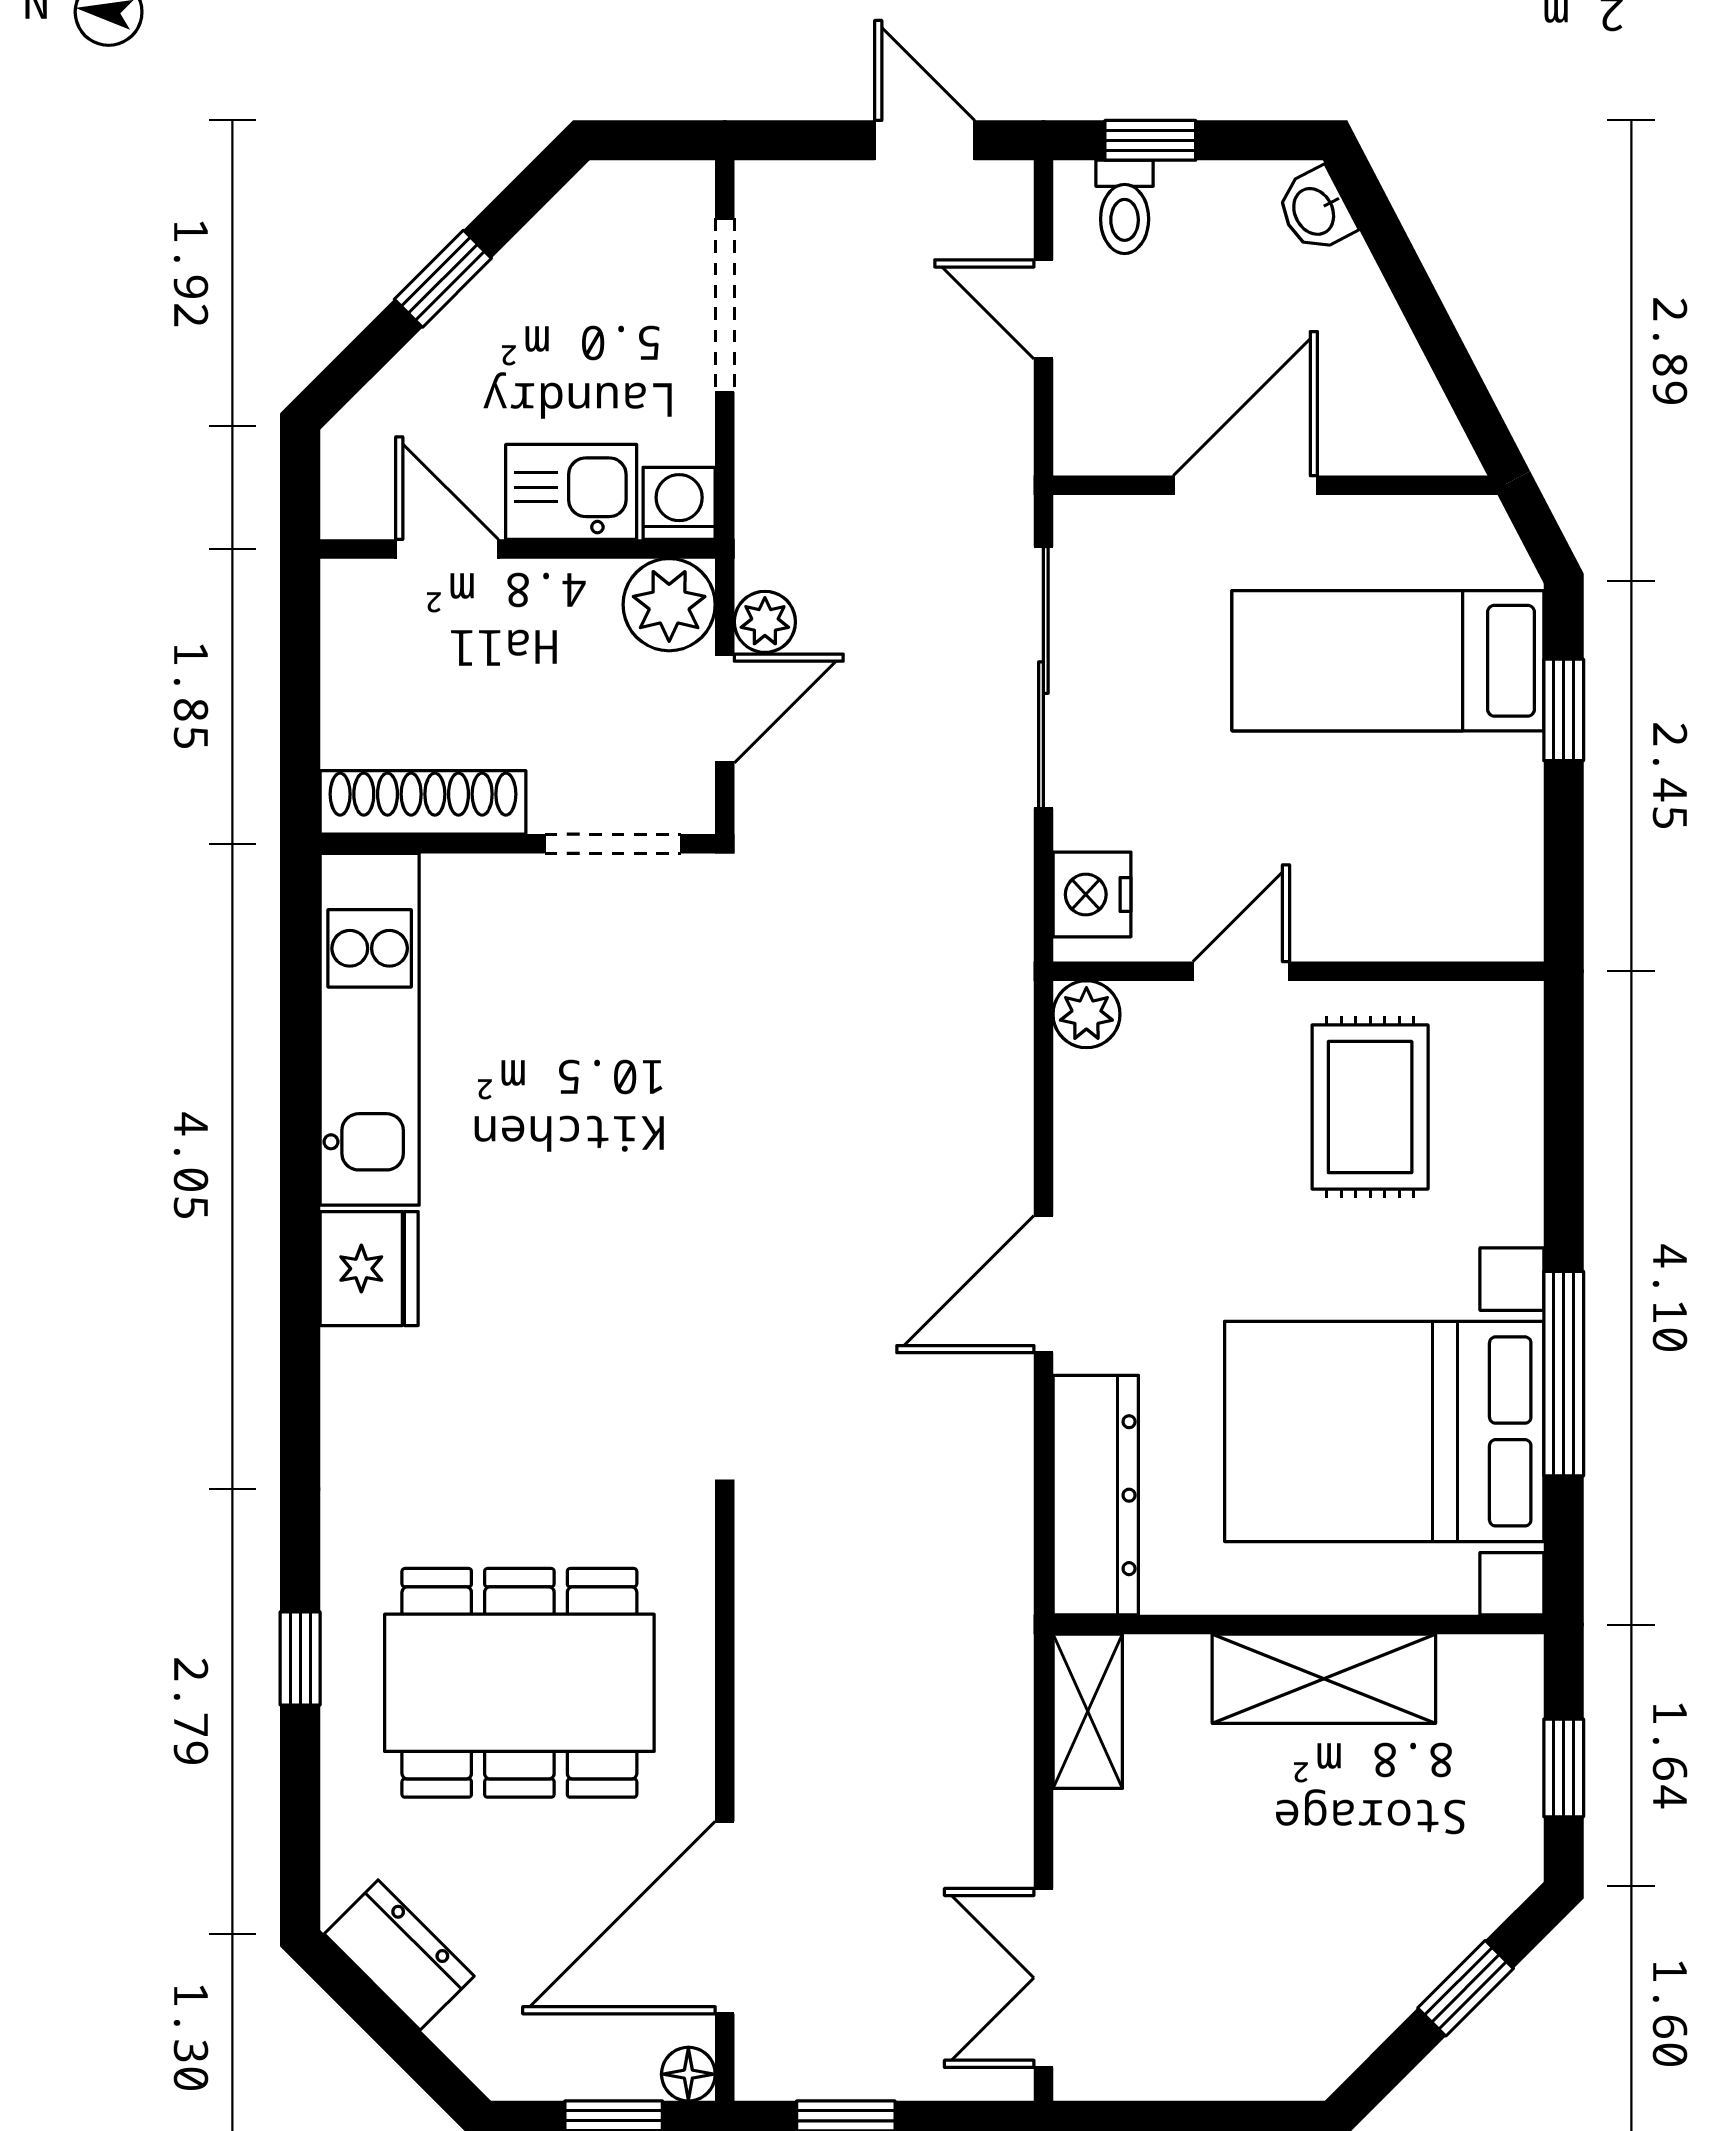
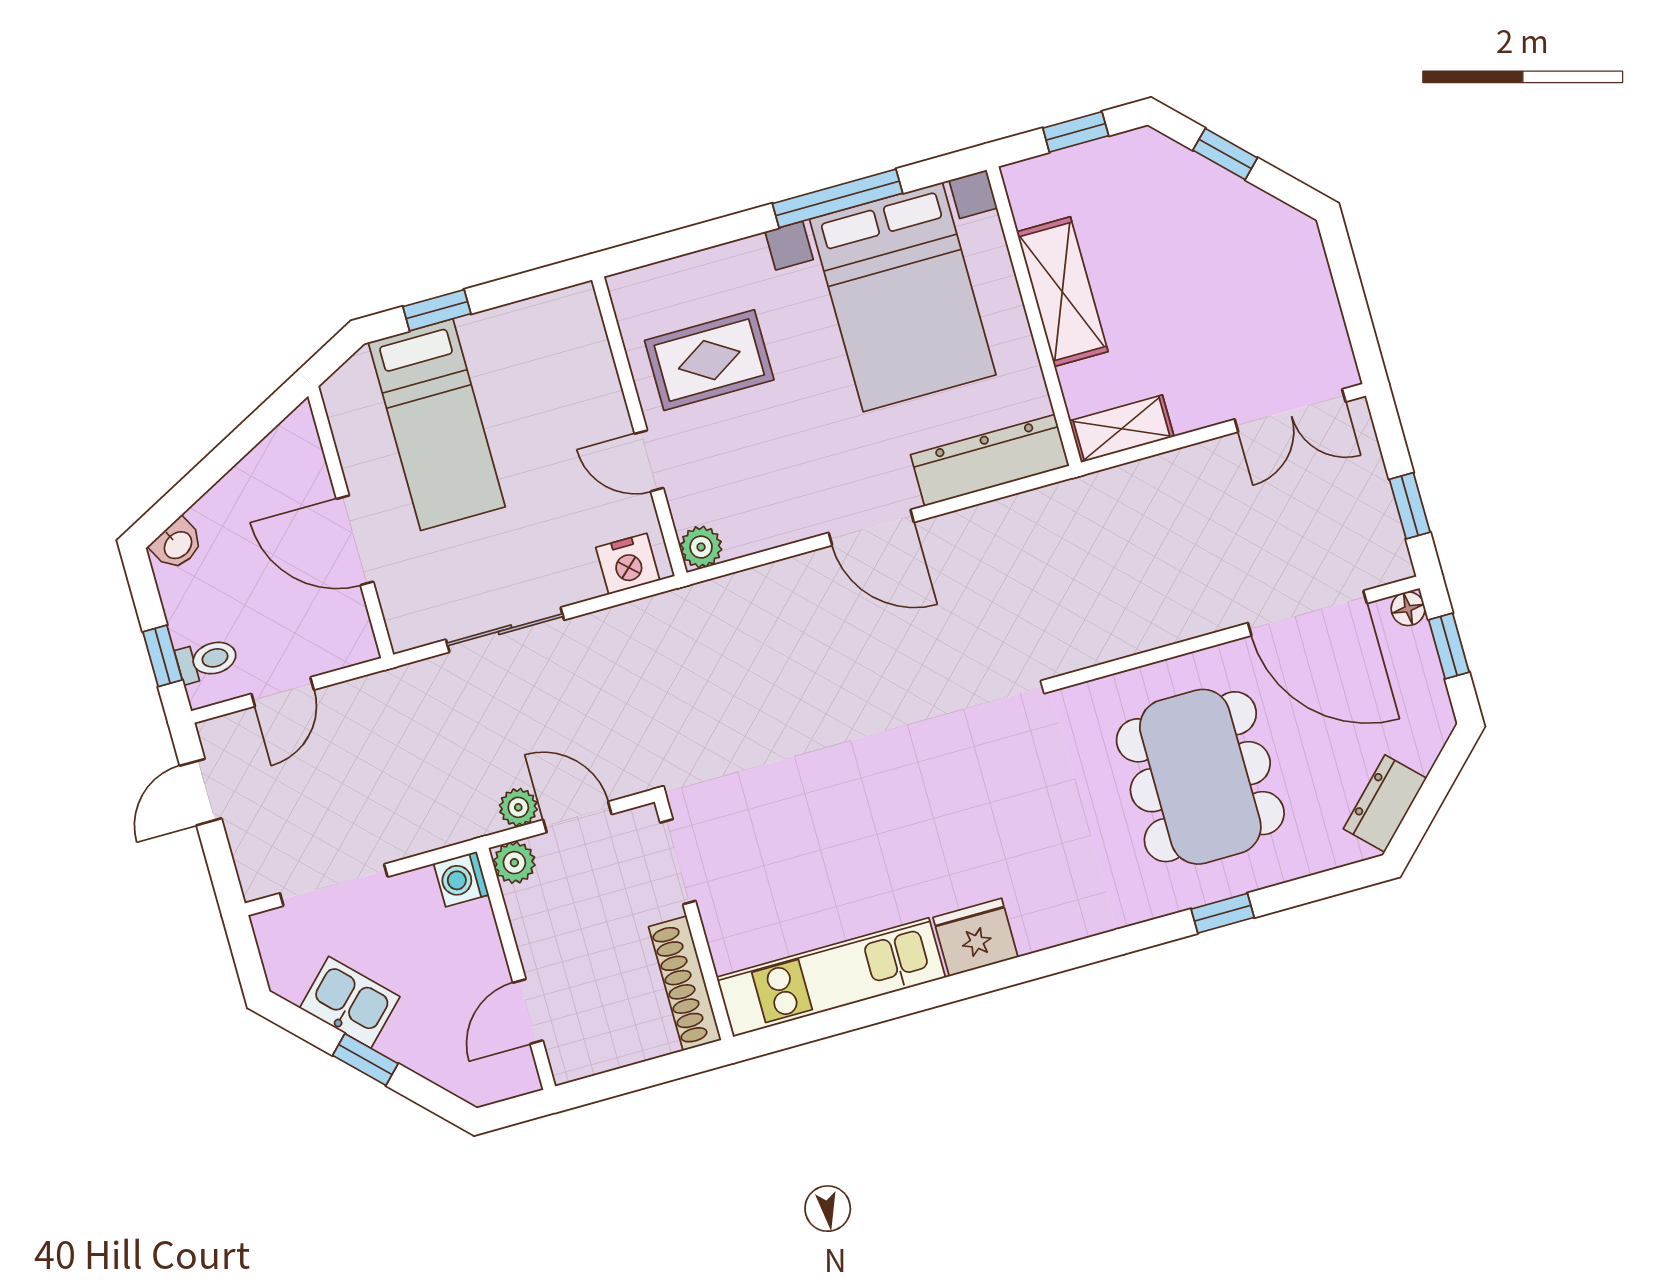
kitchen sink: (571, 492) -> (350, 1002), moved, turned 135
plant: (669, 605) -> (514, 863), width x0.73, depth x0.73
sliding door: (1043, 678) -> (505, 630), width x0.73

